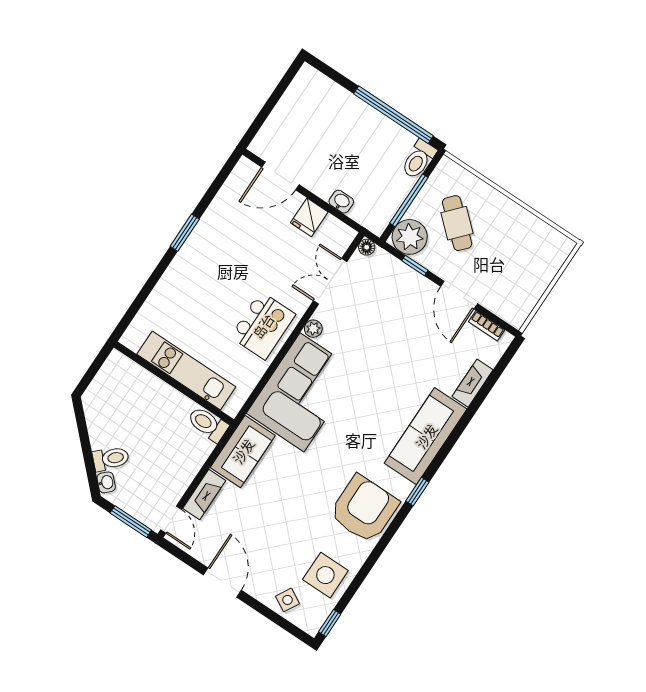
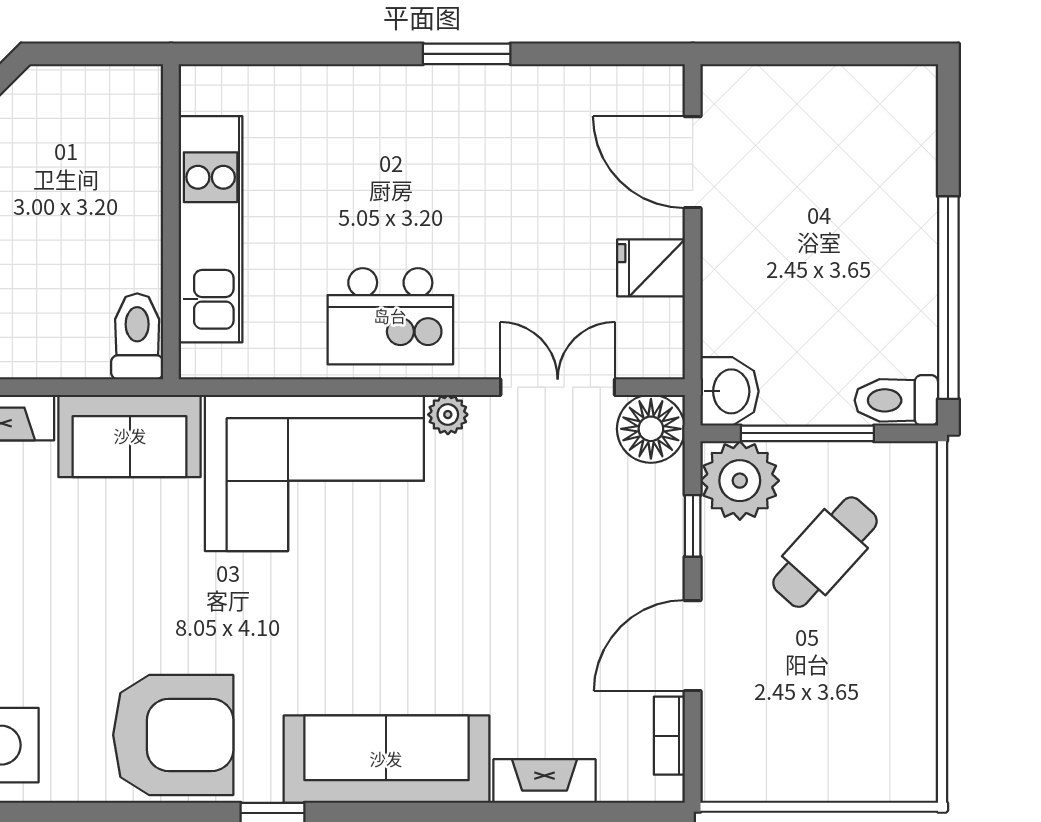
washbasin: (341, 202) -> (730, 391), moved, width x1.38, depth x1.45
floor lamp: (367, 247) -> (651, 429), width x1.89, depth x1.89

